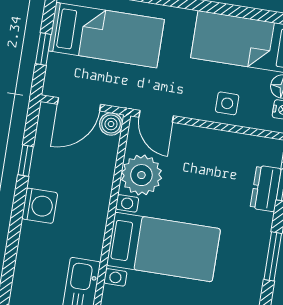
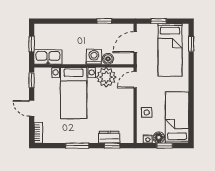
door: (79, 104) -> (135, 42), hinge flipped
boiler: (111, 124) -> (108, 59), moved
washing machine: (40, 206) -> (94, 57), moved, turned 180

